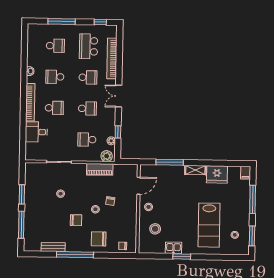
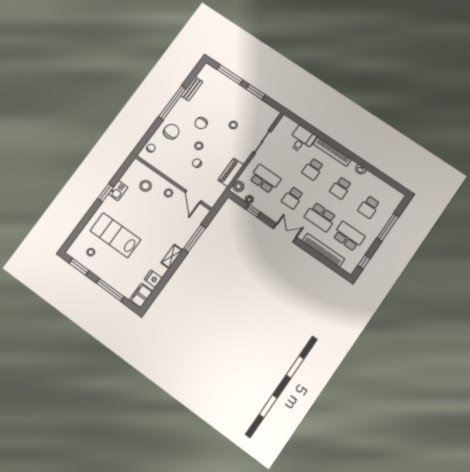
school desk: (55, 77) -> (341, 188), turned 180
school desk: (88, 77) -> (320, 217), width x1.85
school desk: (87, 140) -> (265, 179), width x1.85
filing cabinet: (246, 173) -> (141, 296), width x2.00
fridge: (217, 174) -> (153, 279), width x0.53, depth x0.75

